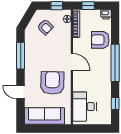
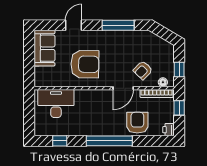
armchair: (45, 27) -> (143, 70), moved
door: (72, 62) -> (123, 88), moved
sofa: (45, 116) -> (44, 48), width x0.73

